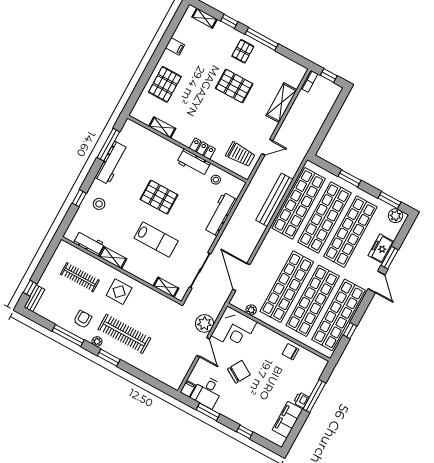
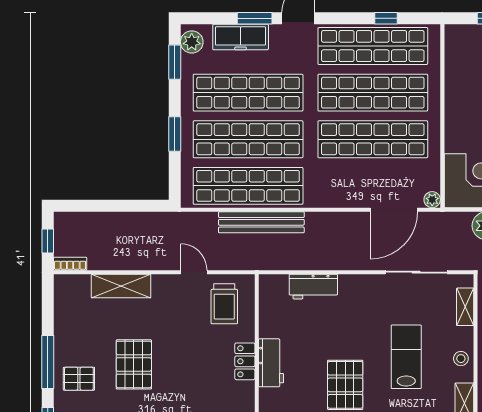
trolley: (240, 155) -> (224, 304), turned 180
stool: (216, 180) -> (461, 359), moved
workbench: (220, 214) -> (313, 287), width x0.73
freezer: (381, 249) -> (241, 37), width x1.40
plant: (251, 310) -> (432, 200), moved
chair: (290, 352) -> (460, 85), removed

